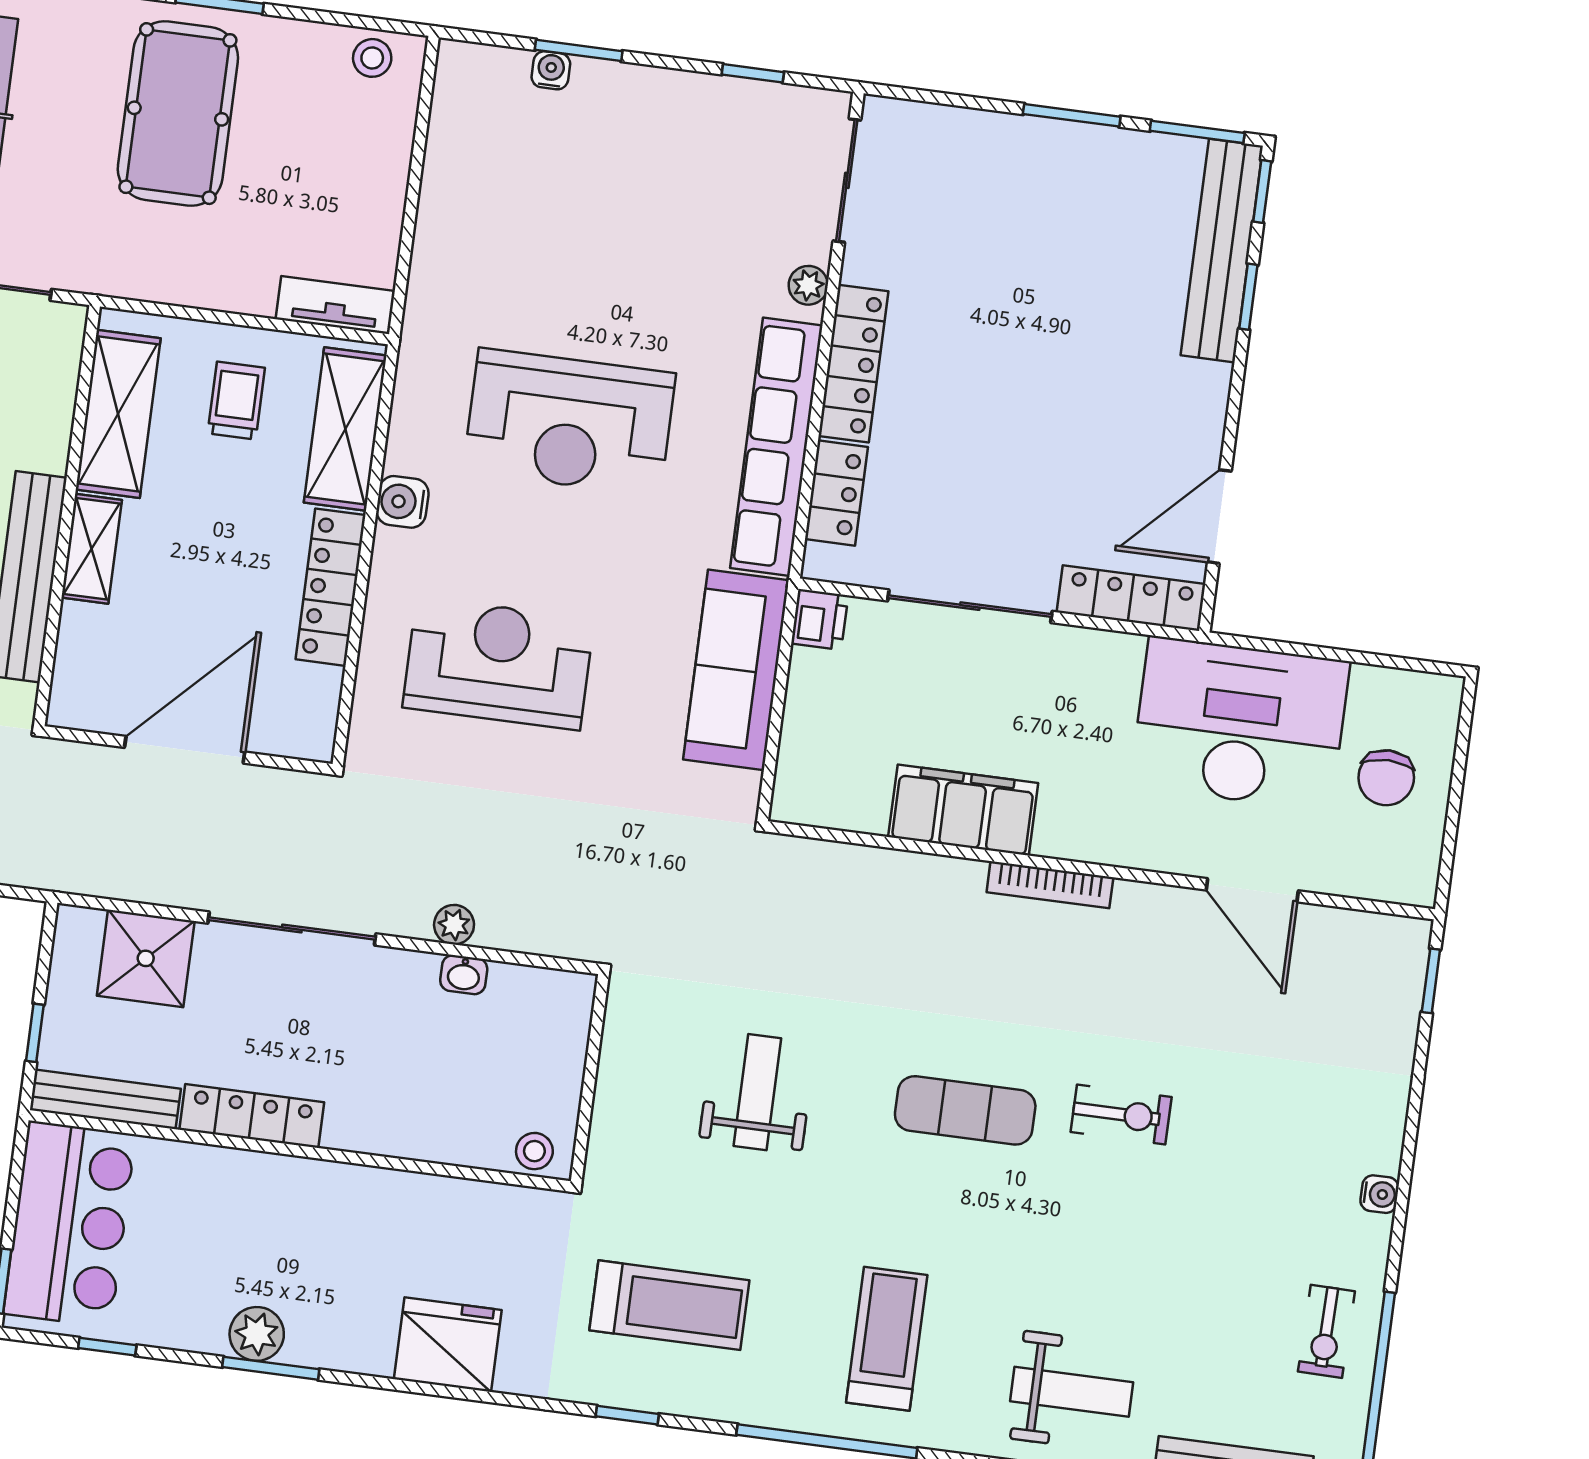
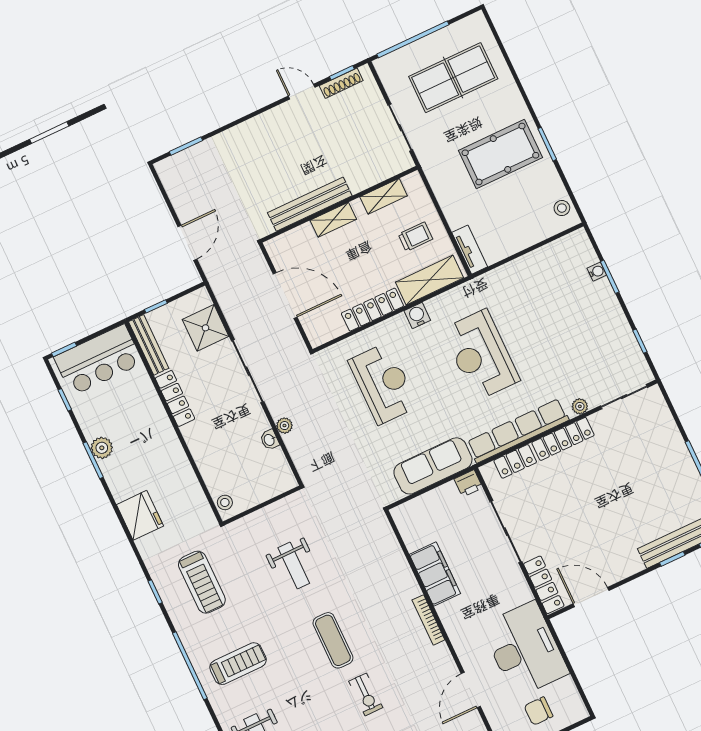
shelving: (118, 414) -> (384, 196), width x0.67, depth x0.75
weight bench: (757, 1092) -> (294, 566), turned 90

